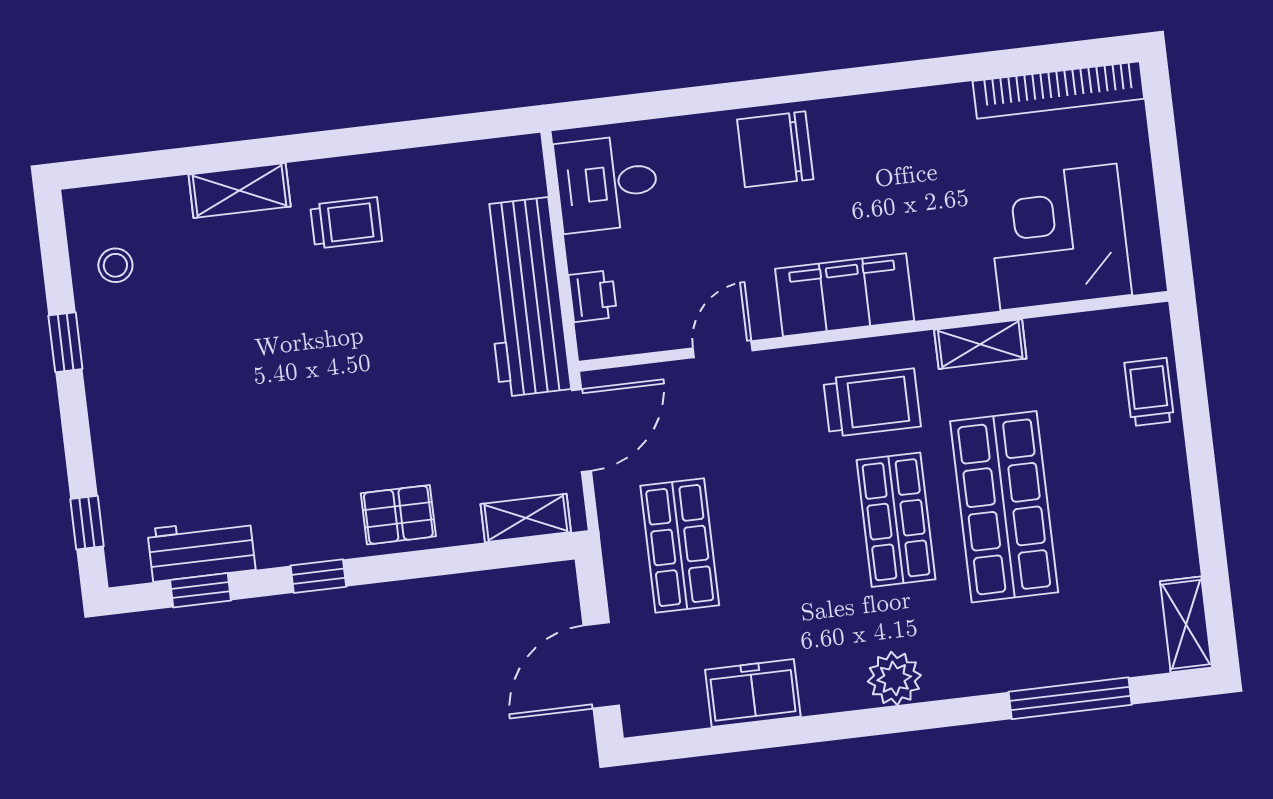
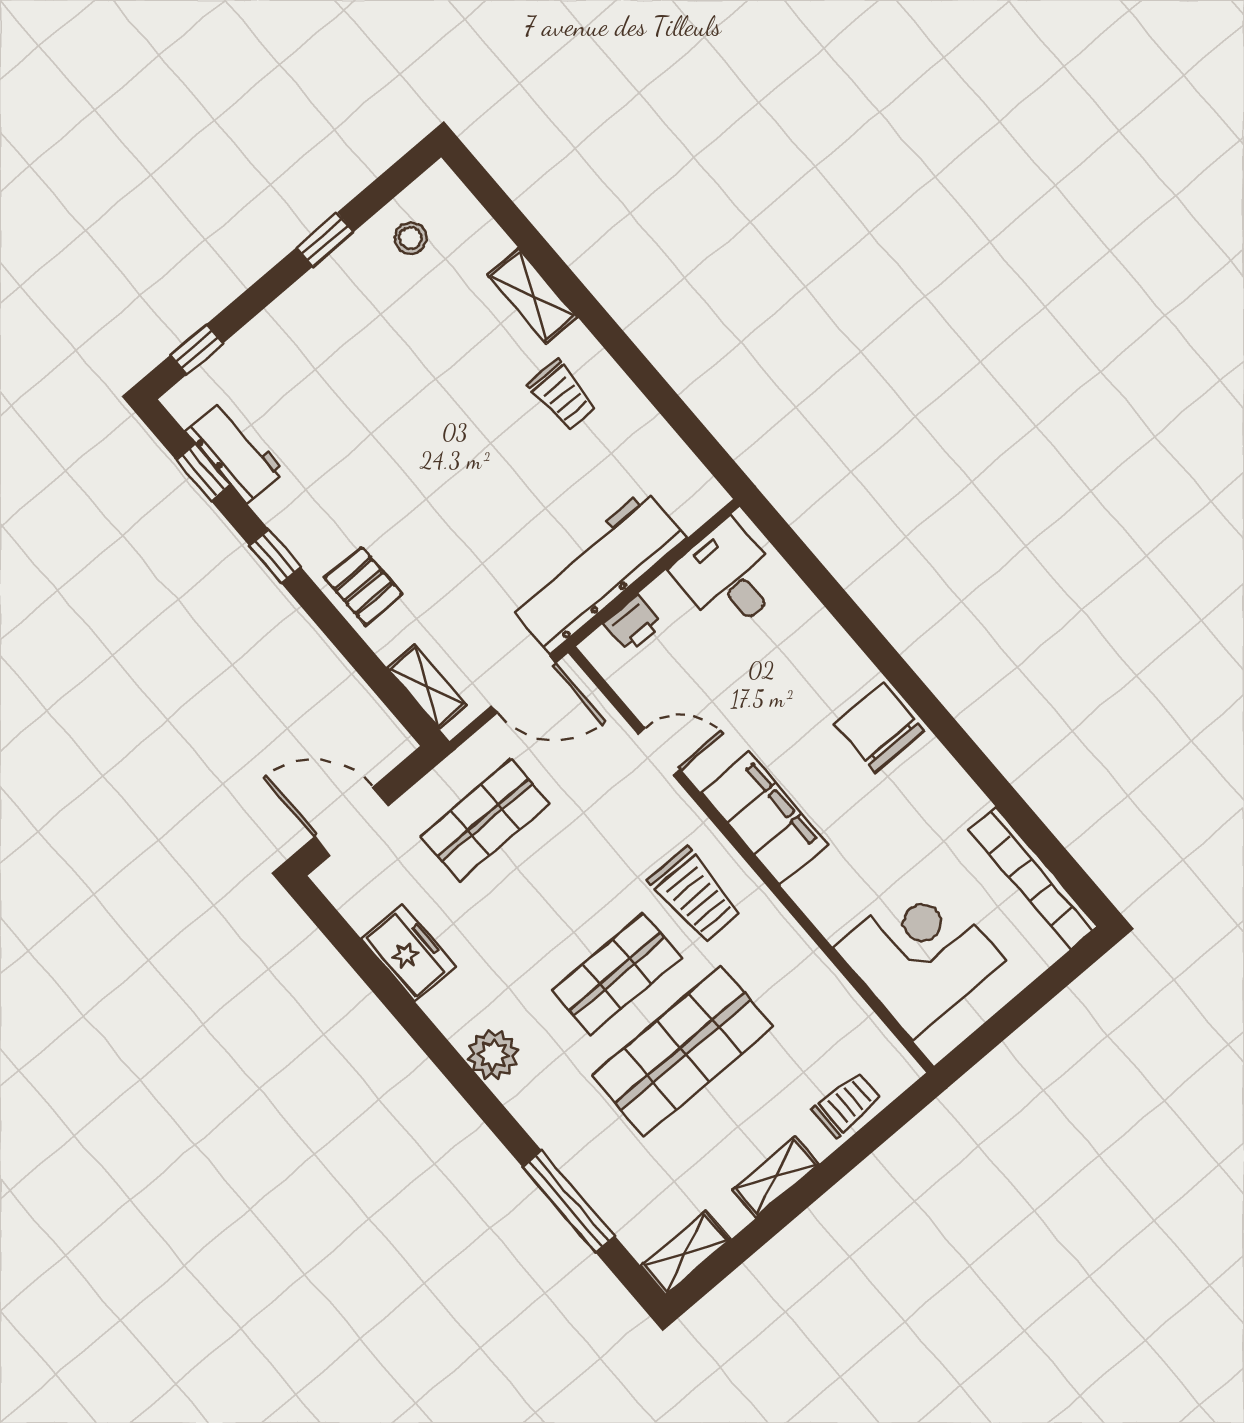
chair: (775, 149) -> (879, 727), moved
shelving: (980, 344) -> (776, 1177), moved, turned 90

